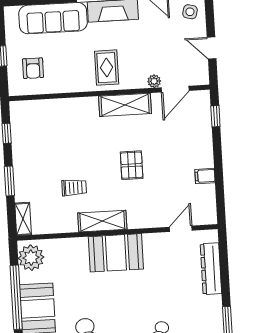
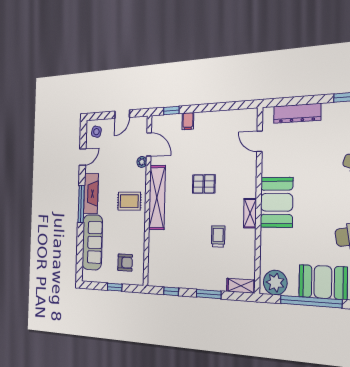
shelving: (125, 105) -> (157, 197), width x1.47
filing cabinet: (205, 176) -> (188, 121), moved
shelving: (102, 221) -> (250, 213), width x0.67, depth x0.75

